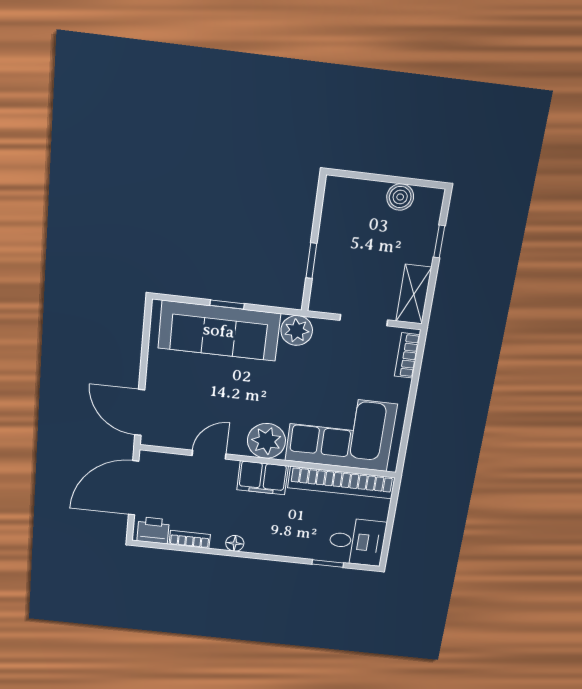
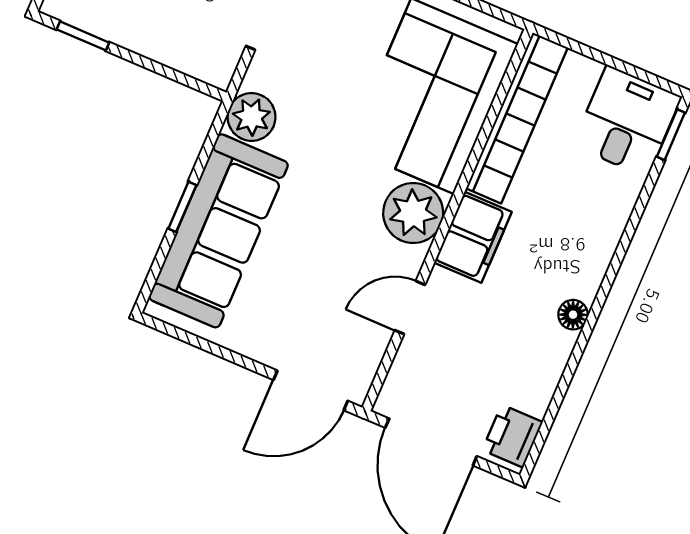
window: (311, 261) -> (83, 36), moved
door: (209, 455) -> (410, 308), hinge flipped
bookcase: (190, 539) -> (545, 384), removed
window: (328, 563) -> (671, 135), moved

